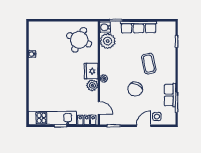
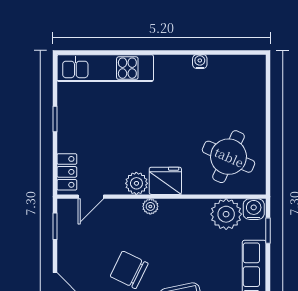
kitchen unit: (52, 118) -> (105, 68), moved, turned 90

